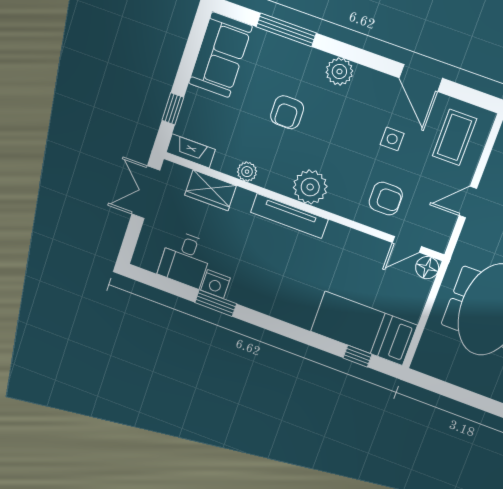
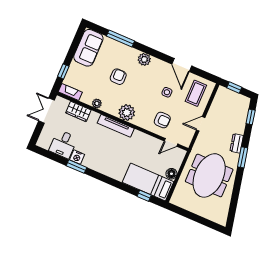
armchair: (287, 112) -> (118, 77), turned 180
floor lamp: (427, 268) -> (171, 174), moved

